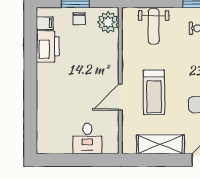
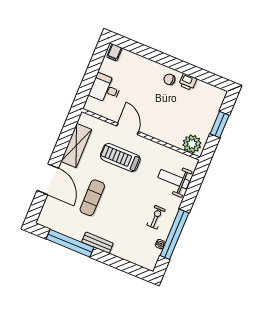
chair: (79, 19) -> (169, 79), moved
filing cabinet: (45, 23) -> (114, 52), moved
printer: (48, 46) -> (188, 82), width x0.53, depth x0.68

